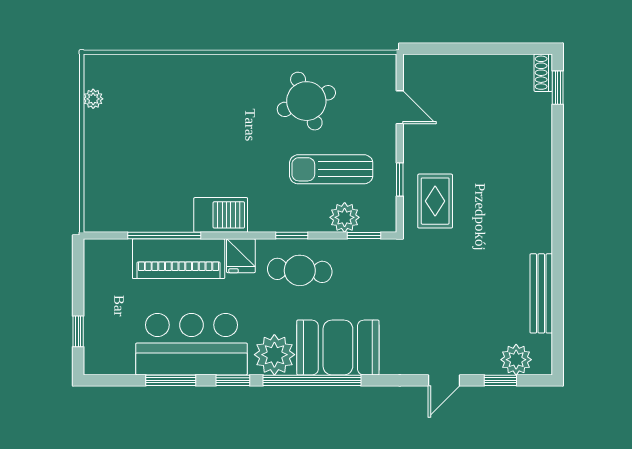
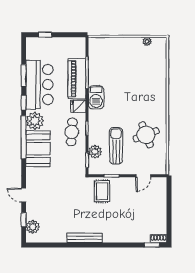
rug: (435, 201) -> (102, 191), turned 90
bench: (541, 293) -> (85, 238), moved

